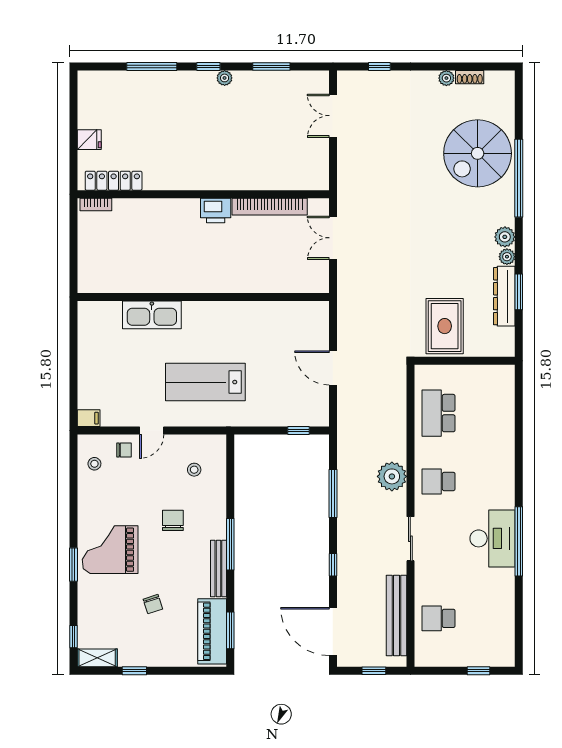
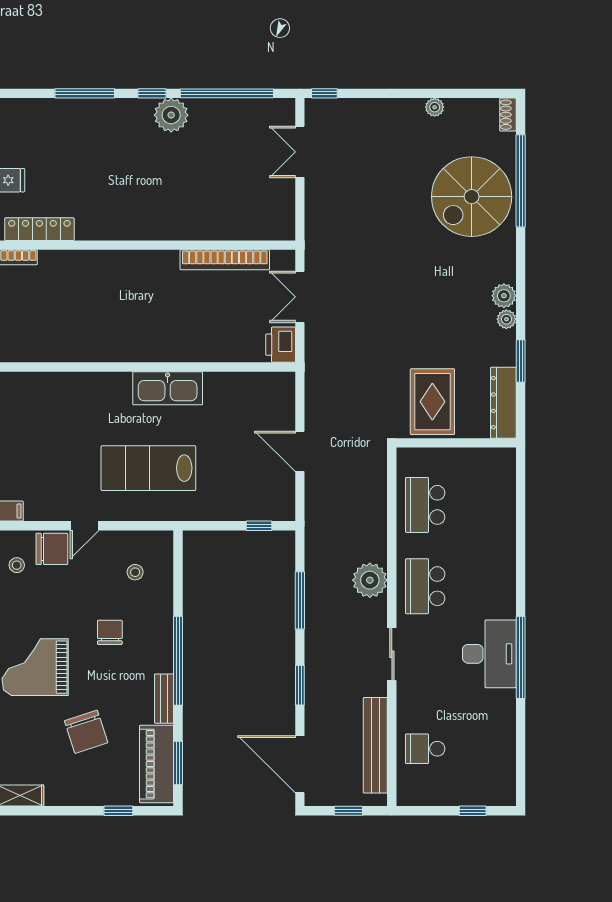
window: (271, 66) -> (227, 93), width x2.11
window: (379, 66) -> (324, 93), moved
shoe rack: (470, 77) -> (508, 115), moved, turned 90
plant: (225, 78) -> (171, 115), width x1.88, depth x1.88
window: (519, 178) -> (521, 181), moved
printer: (216, 211) -> (281, 345), moved, turned 90
dresser: (504, 296) -> (503, 403), moved
kitchen sink: (152, 315) -> (168, 388), moved
chair: (124, 450) -> (52, 549), width x1.87, depth x1.87
school desk: (438, 481) -> (425, 586), width x1.85
window: (230, 544) -> (178, 661), width x1.46
window: (333, 565) -> (300, 685), width x1.50
bench: (218, 569) -> (164, 699), width x0.73
chair: (153, 604) -> (86, 732), width x1.87, depth x1.87
window: (134, 671) -> (118, 811), moved

